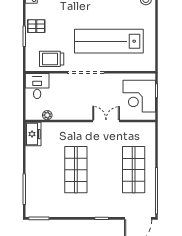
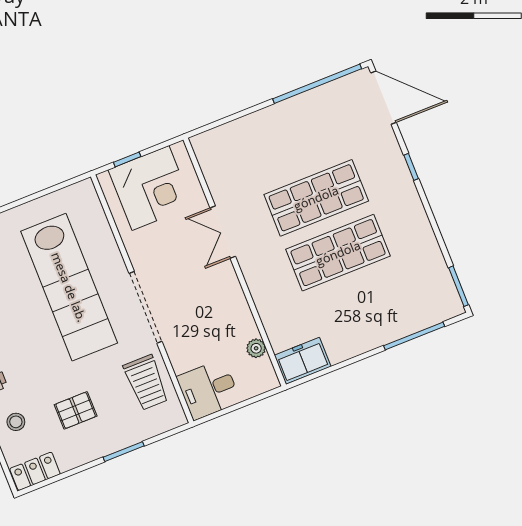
pallet: (36, 26) -> (76, 410), moved, turned 90
shop shelf: (134, 170) -> (316, 198), moved

